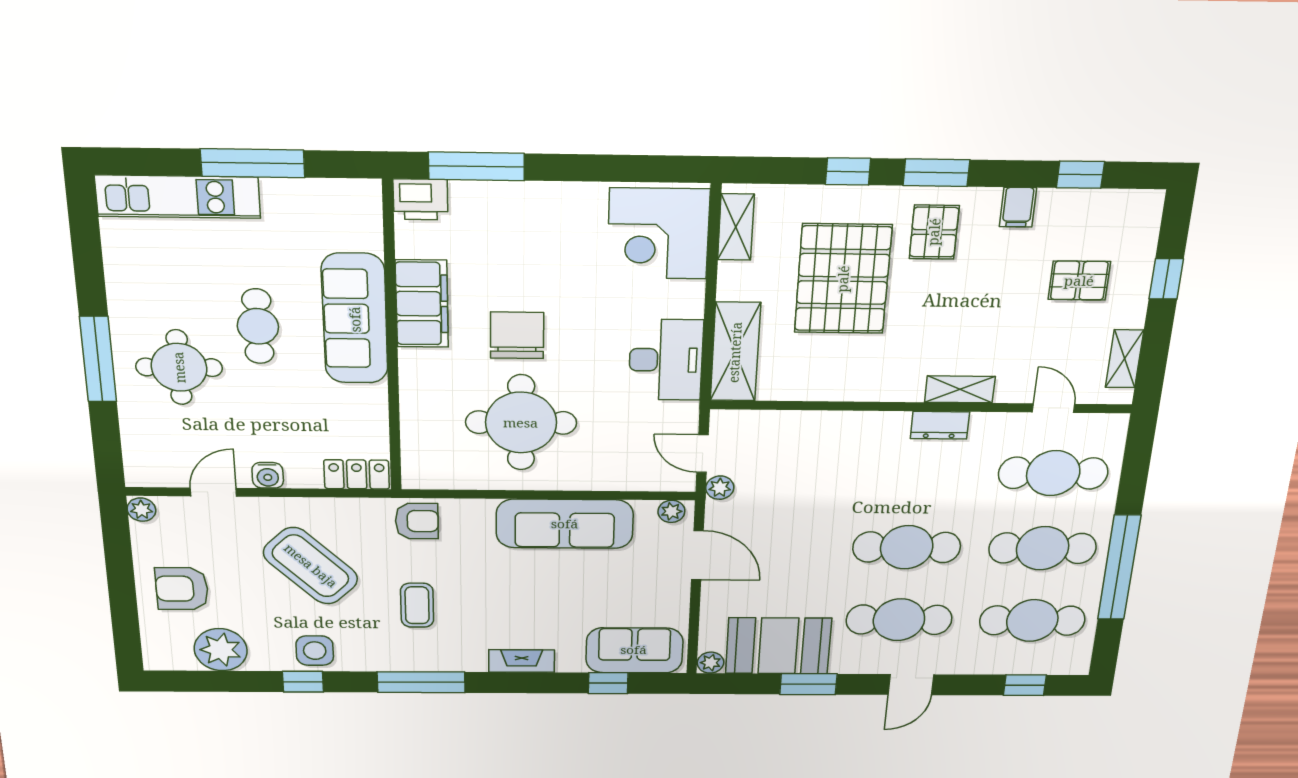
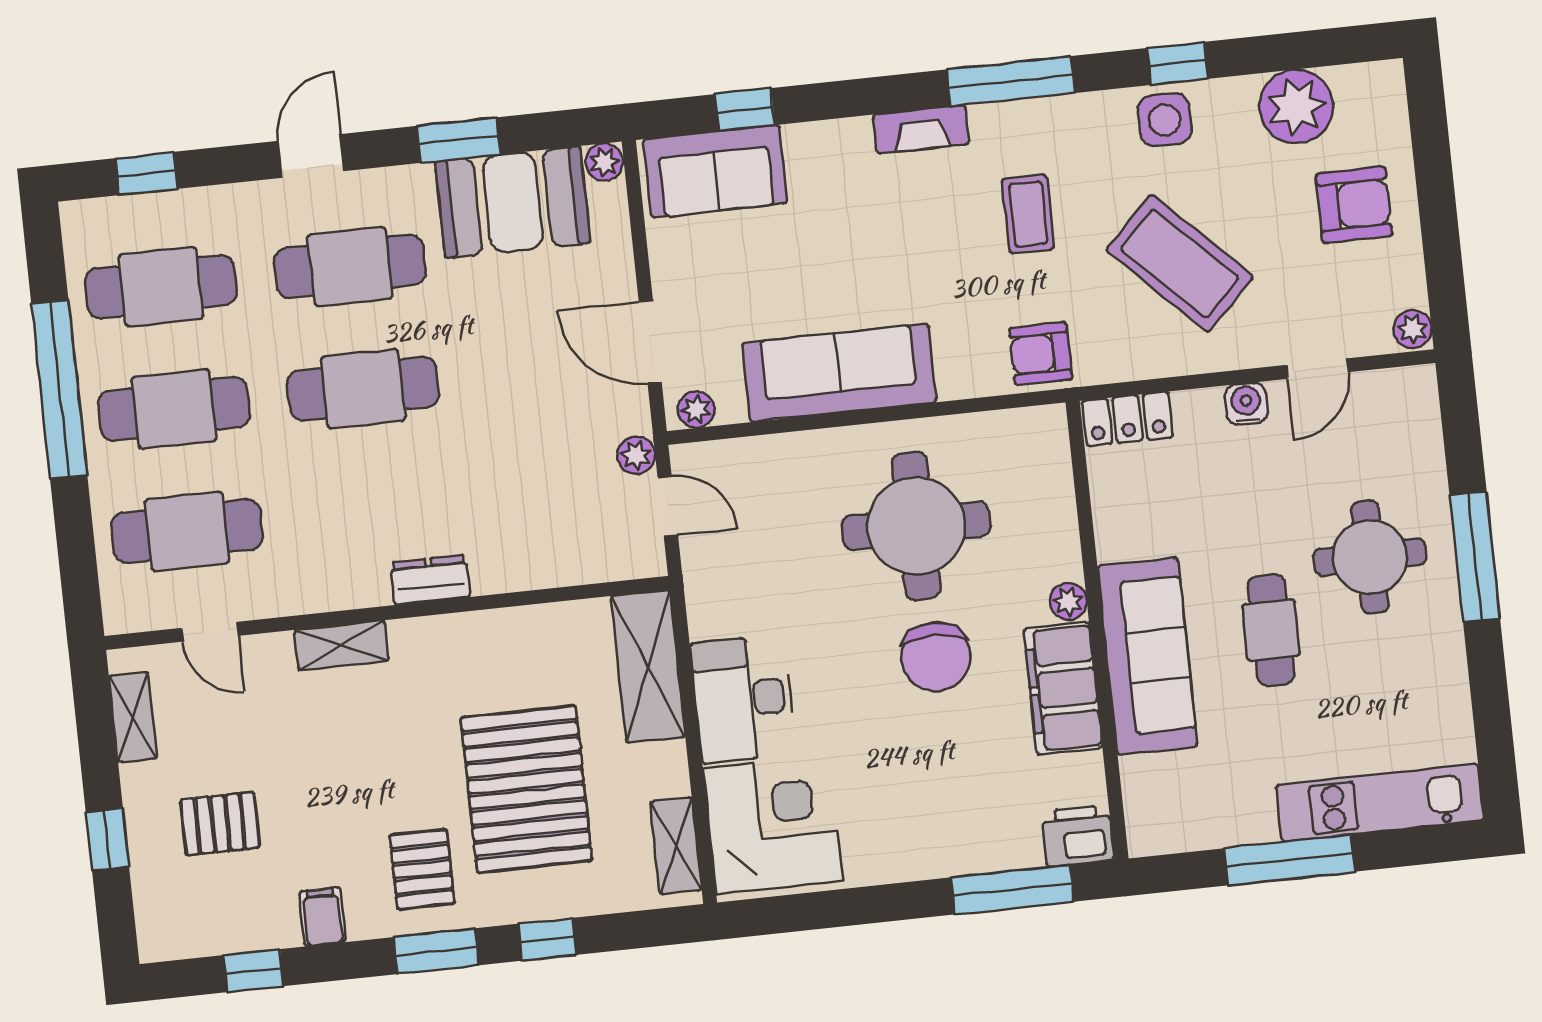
desk: (666, 360) -> (743, 699), moved
plant: (412, 362) -> (1068, 601), added
dresser: (940, 425) -> (430, 580), moved
fireplace: (522, 661) -> (921, 129), moved

